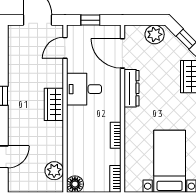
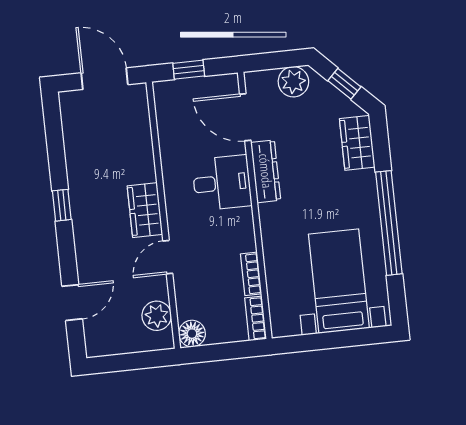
door: (65, 48) -> (168, 257), moved
desk: (84, 89) -> (222, 183), moved, turned 180
bookcase: (116, 135) -> (251, 274), moved

